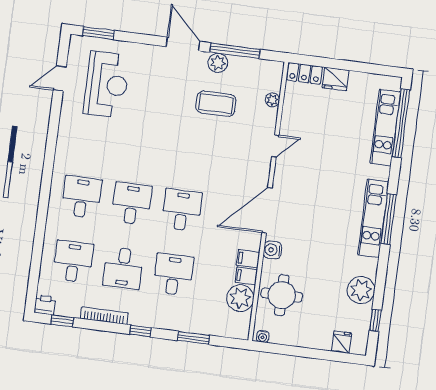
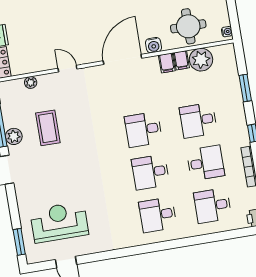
door: (267, 210) -> (122, 59), swing flipped

